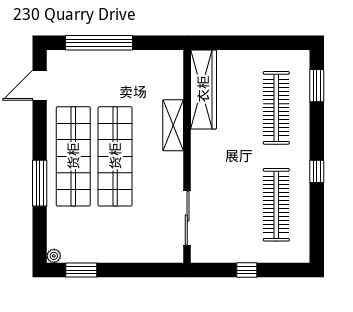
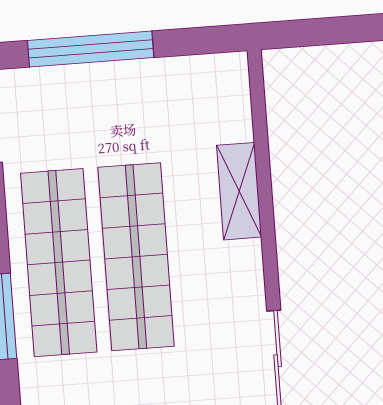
wardrobe: (203, 89) -> (290, 121), removed

